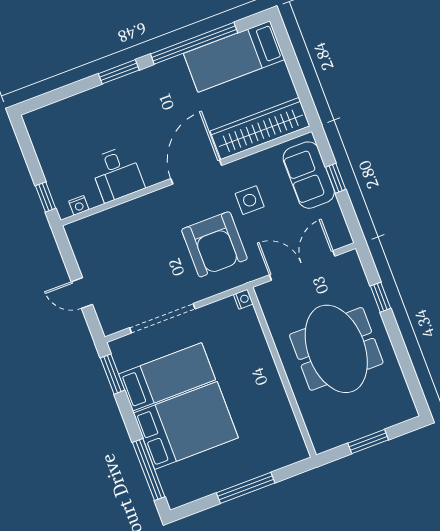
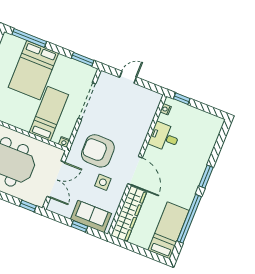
window: (381, 297) -> (28, 206), moved
bed: (167, 377) -> (49, 114), moved, turned 180

